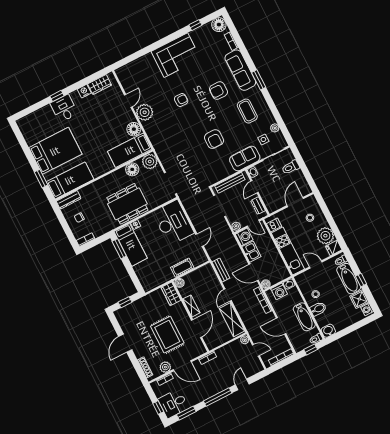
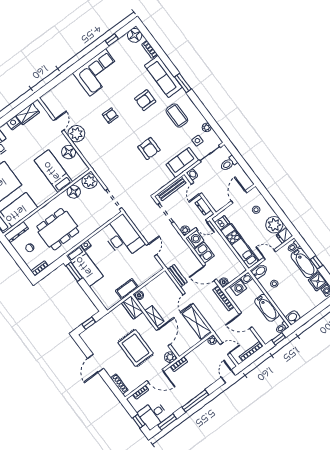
bed: (130, 150) -> (53, 171), moved, turned 90
dining table: (127, 204) -> (58, 229), moved
cot: (182, 268) -> (127, 289), moved
bidet: (318, 309) -> (260, 271), moved
plant: (165, 367) -> (170, 357), moved
door: (242, 384) -> (228, 376), moved

